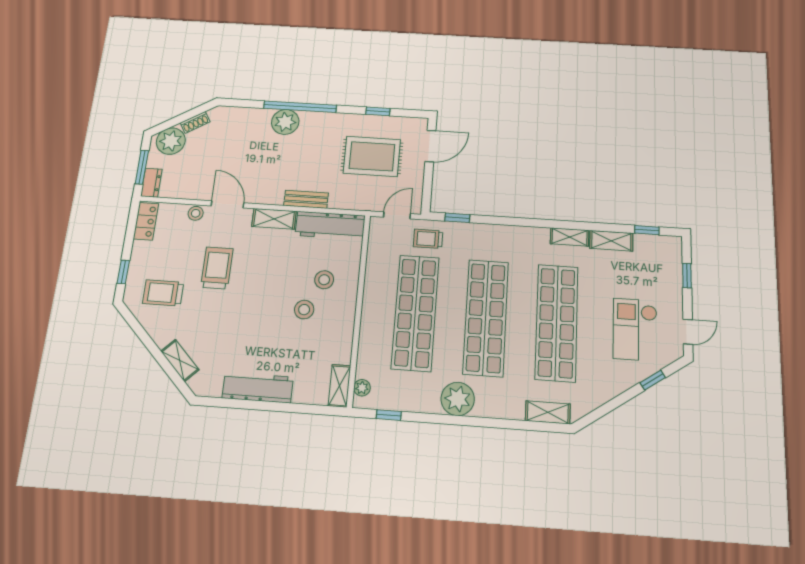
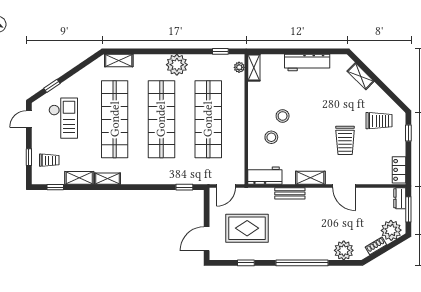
plant: (285, 122) -> (344, 250), moved
stool: (196, 213) -> (365, 178), removed
workbench: (330, 226) -> (265, 176), width x0.73
trolley: (428, 239) -> (49, 160), moved

